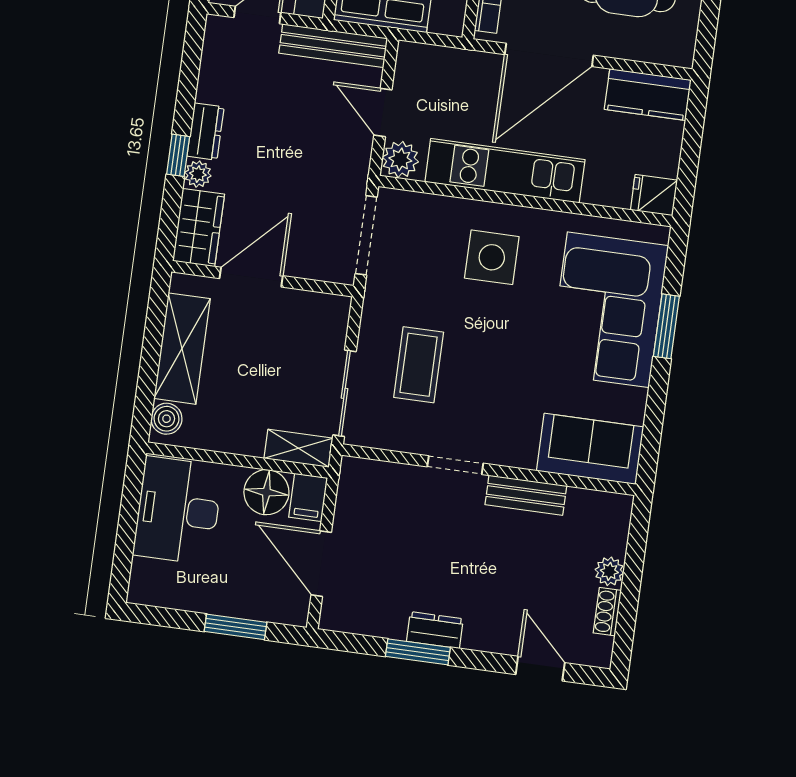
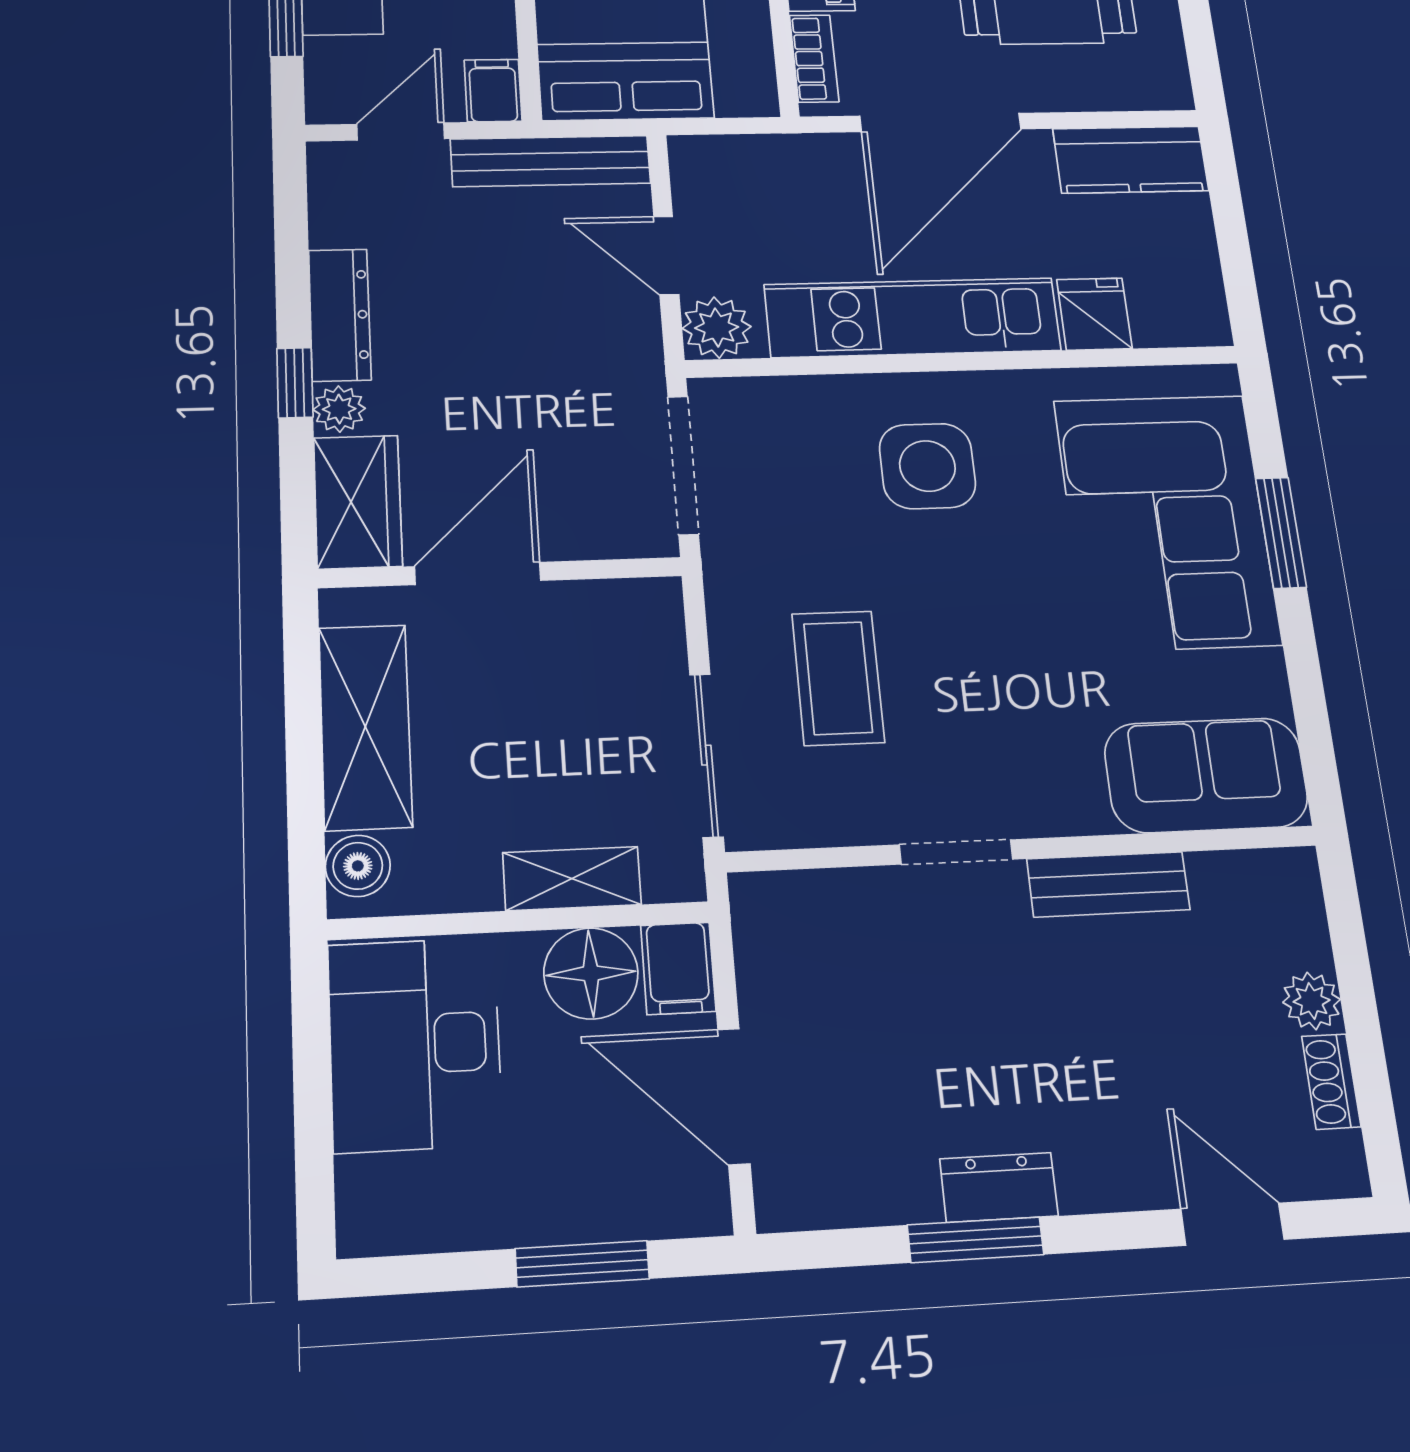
dresser: (205, 132) -> (340, 315), width x1.44
fridge: (654, 195) -> (1094, 314), moved, turned 90
shelving: (299, 448) -> (572, 879), moved

